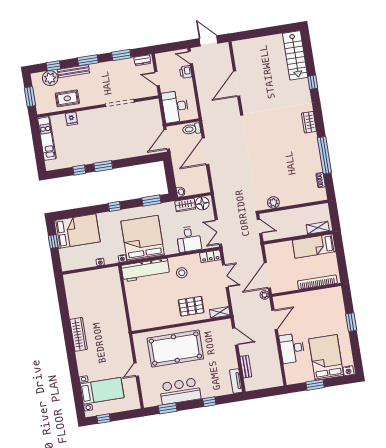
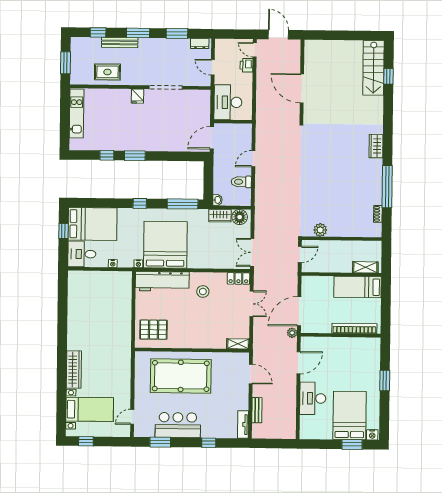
plant: (50, 78) -> (92, 46), removed
window: (313, 82) -> (388, 76), moved
door: (237, 84) -> (302, 88), hinge flipped
fridge: (71, 119) -> (137, 96), moved
toilet: (192, 129) -> (241, 182), moved
door: (205, 151) -> (253, 159), width x0.53
window: (151, 201) -> (183, 204), width x1.44
door: (260, 226) -> (300, 254), hinge flipped
desk: (189, 239) -> (82, 254), moved, turned 90
pallet: (191, 306) -> (153, 330), moved
wardrobe: (79, 334) -> (74, 370), moved
door: (136, 370) -> (132, 417), moved
window: (315, 385) -> (352, 444), moved

